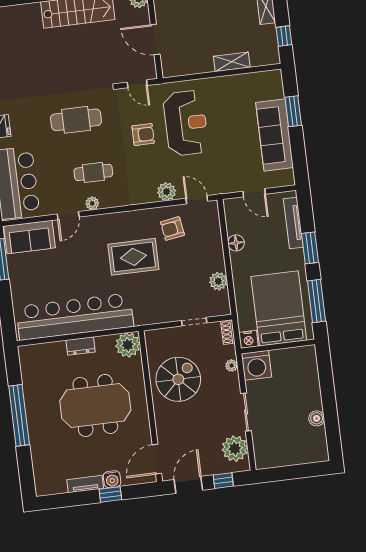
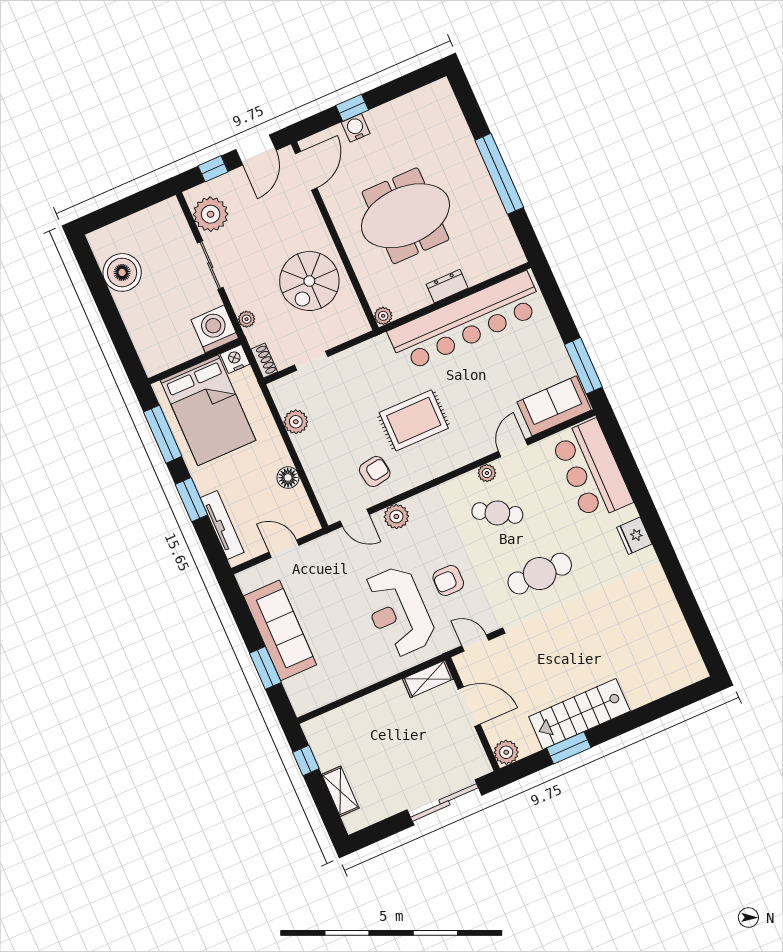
shelving: (232, 62) -> (428, 679), moved
cafe table: (93, 172) -> (497, 513), turned 30
plant: (128, 345) -> (383, 316), width x0.53, depth x0.53
boiler: (317, 418) -> (122, 272), width x1.86, depth x1.86
tv unit: (85, 484) -> (388, 111), removed

